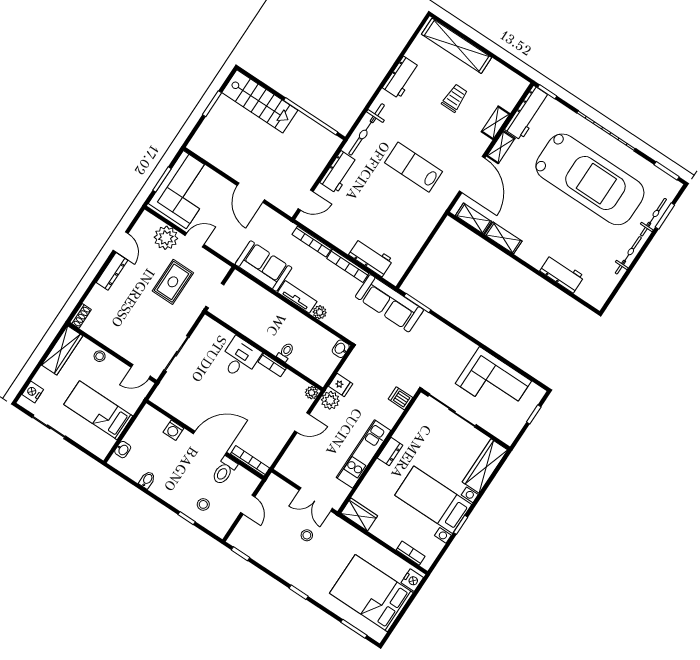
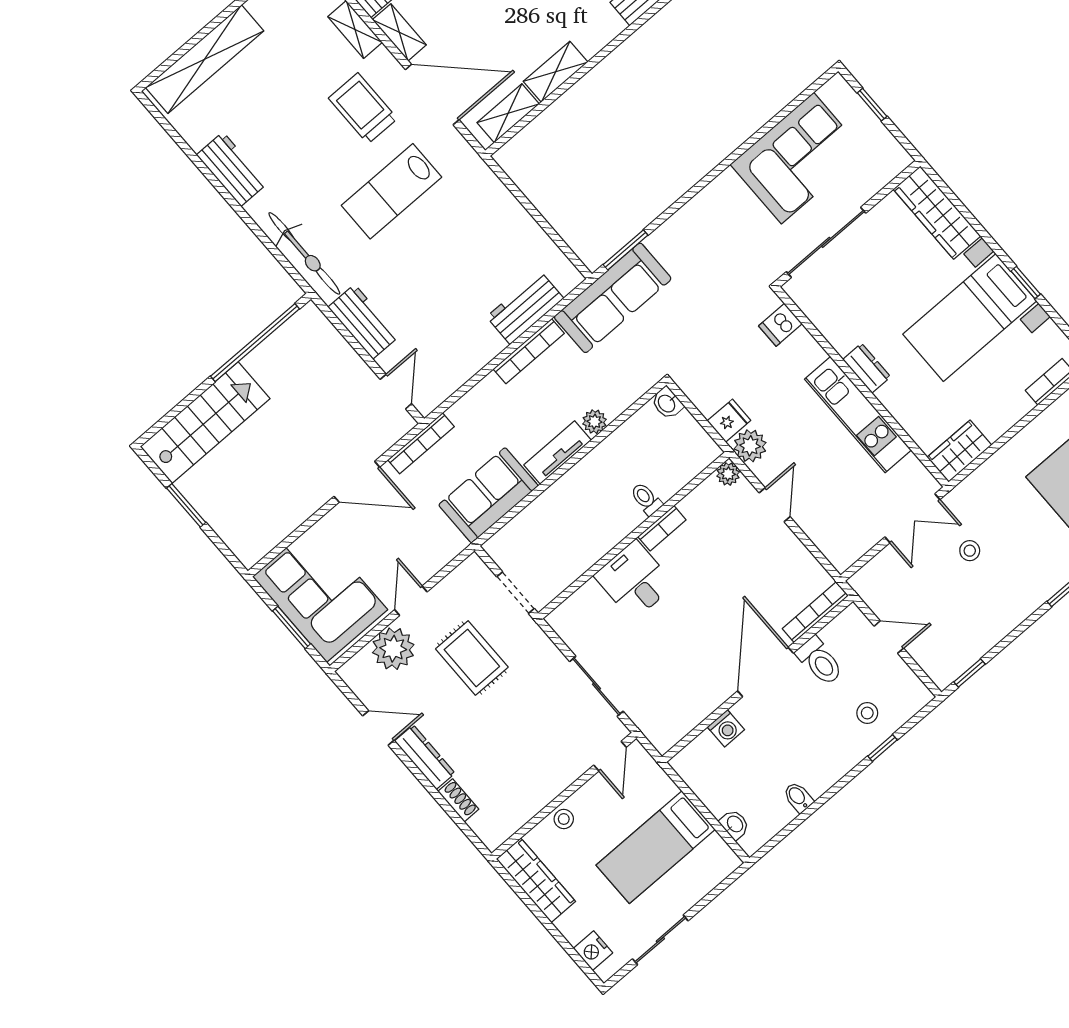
trolley: (455, 98) -> (363, 108), moved, width x1.36, depth x1.39
bookcase: (312, 242) -> (421, 443), moved
shoe rack: (81, 316) -> (458, 800), moved

